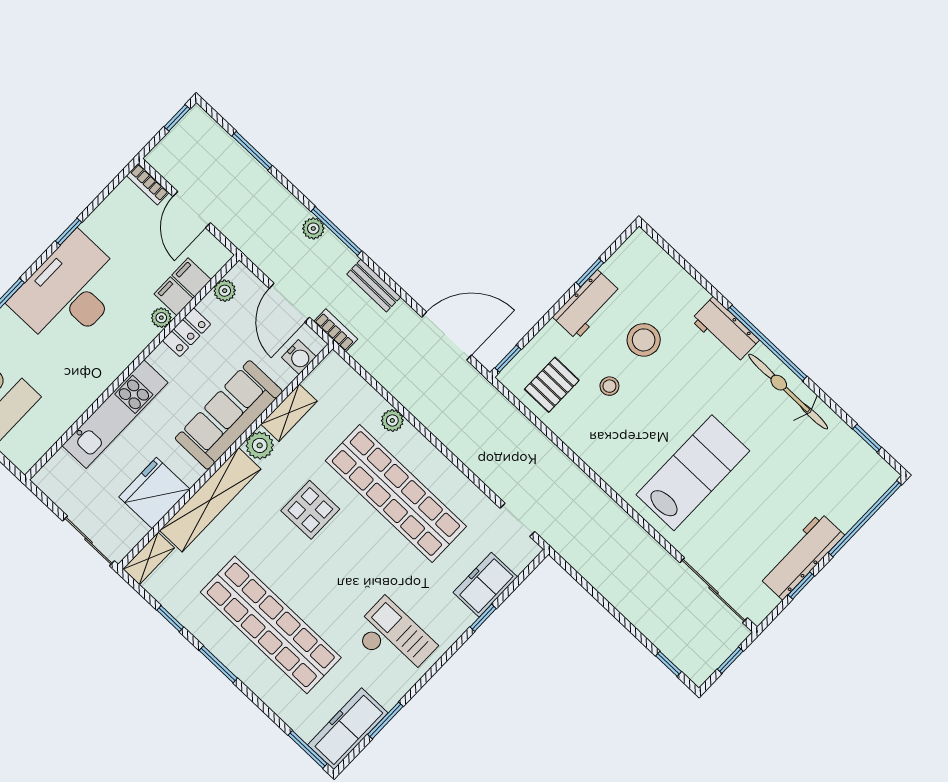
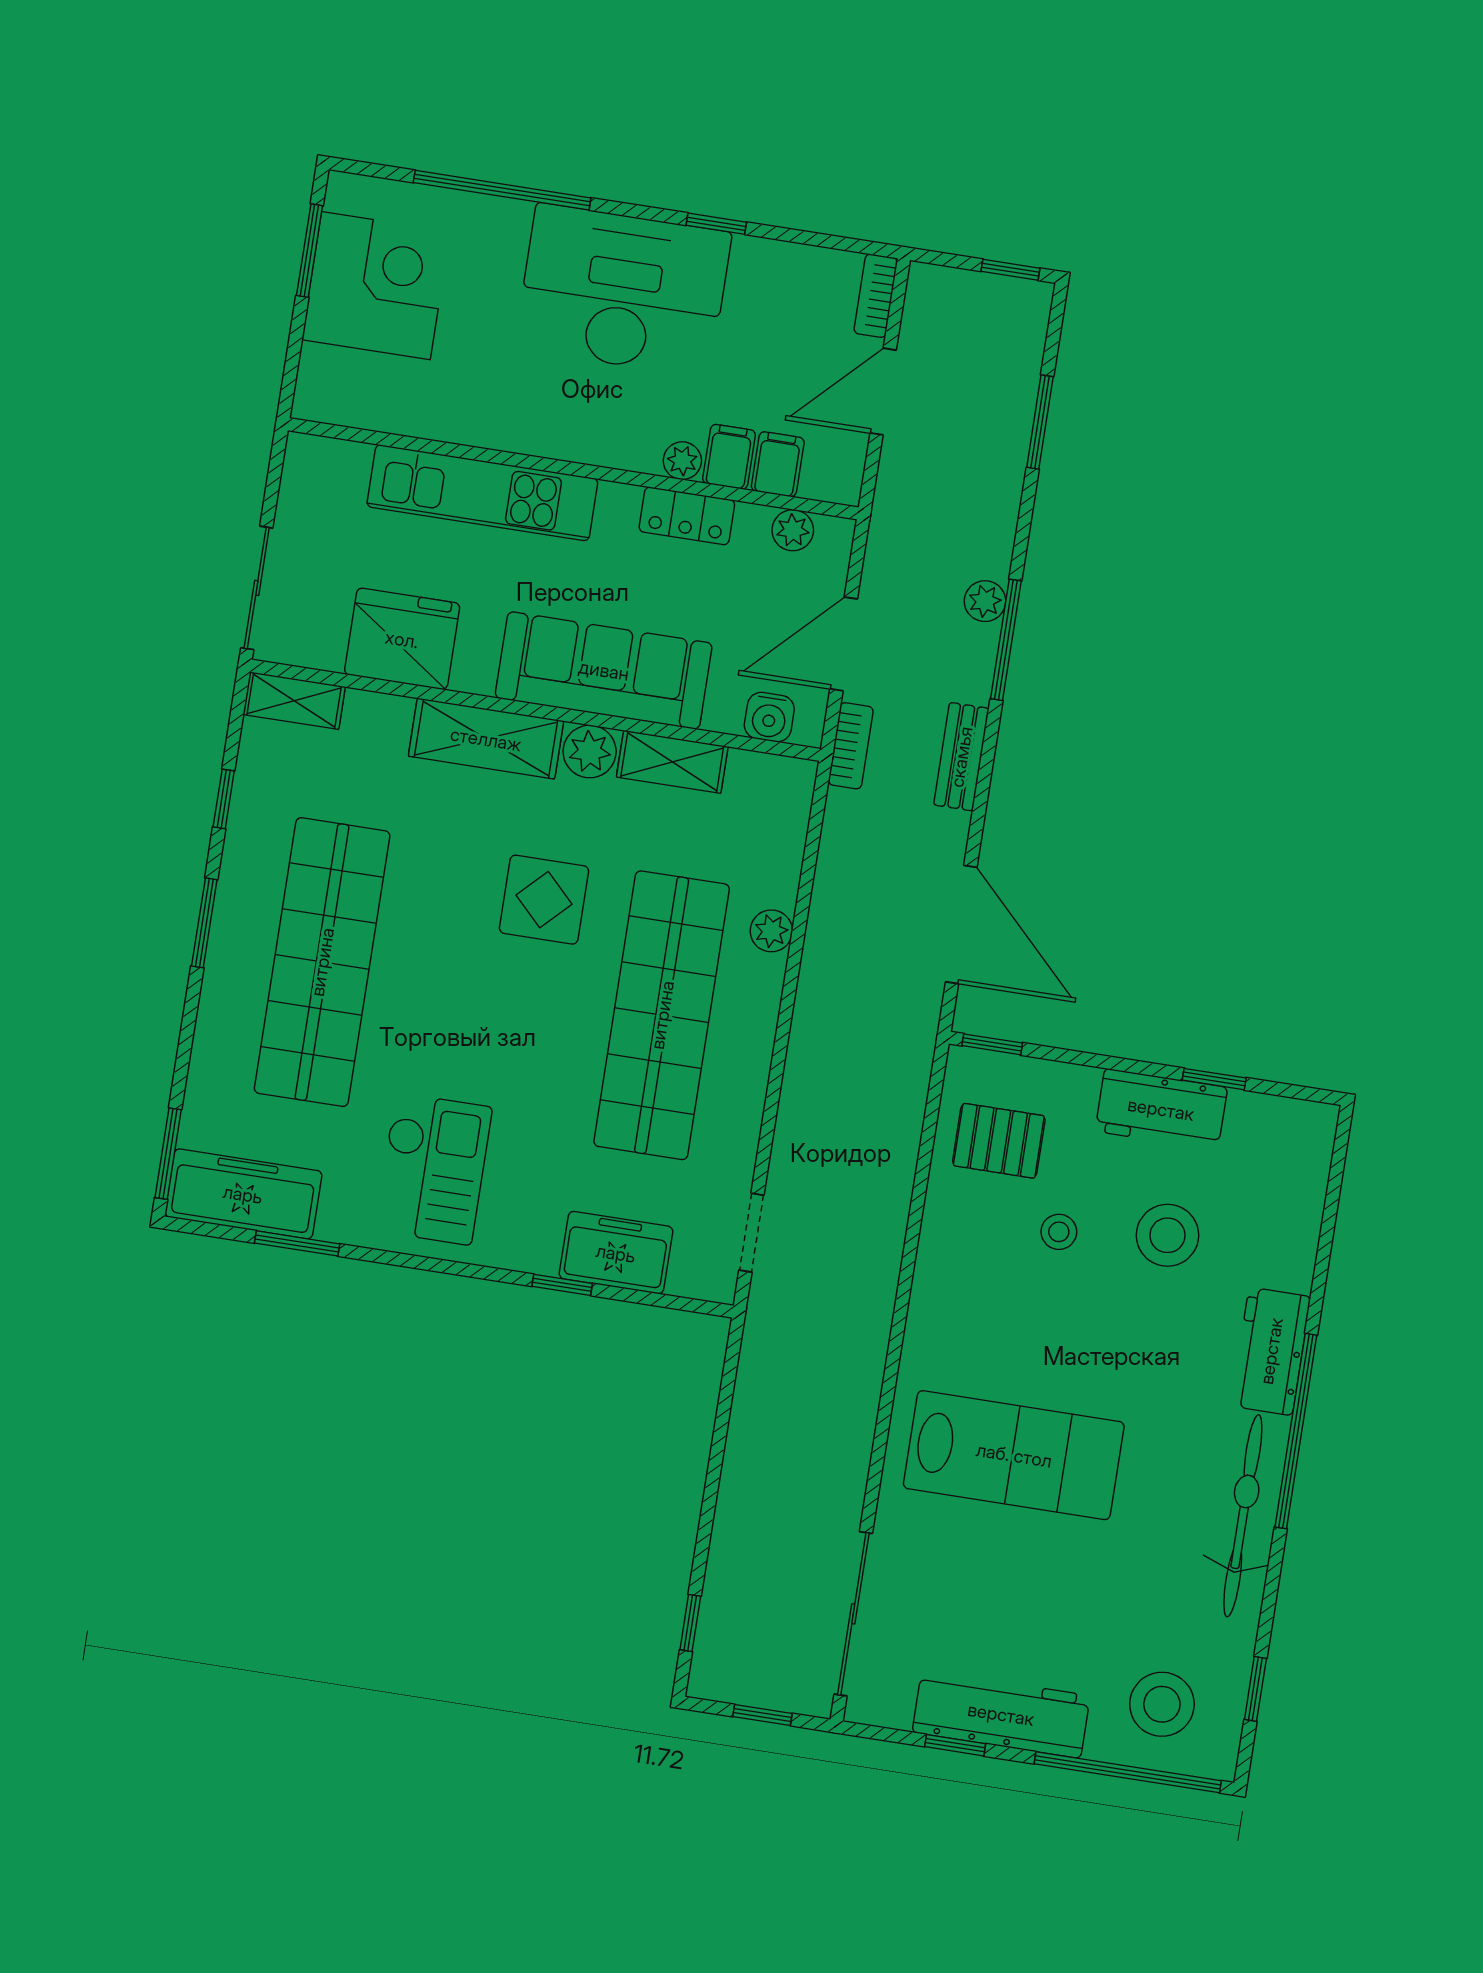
stool: (846, 483) -> (1162, 1704), added
shelving: (210, 500) -> (486, 739), width x0.68

